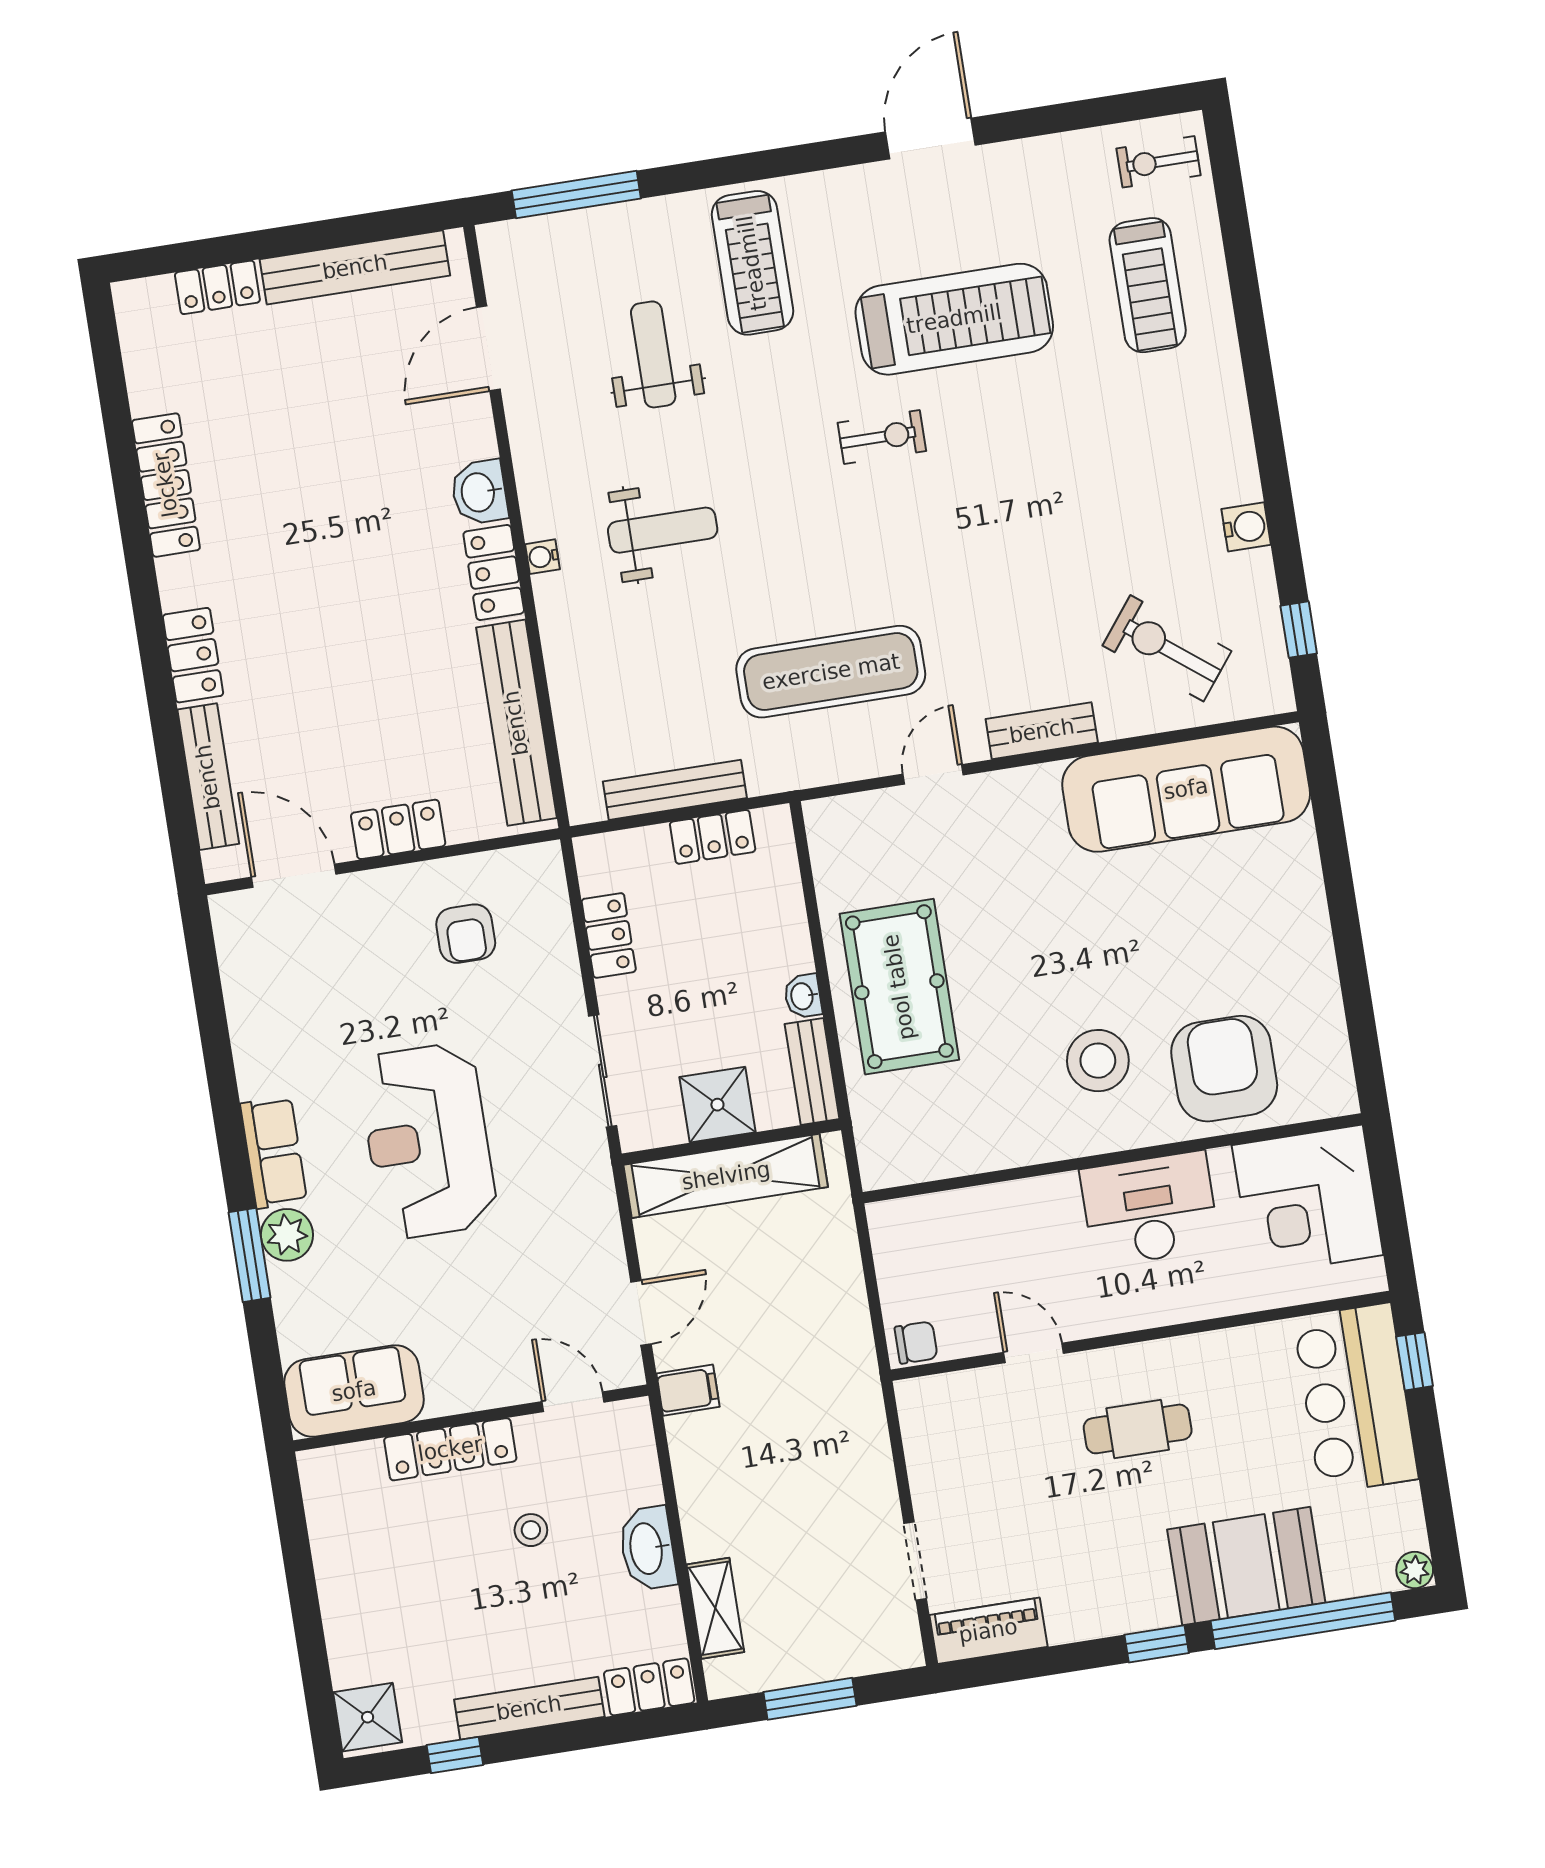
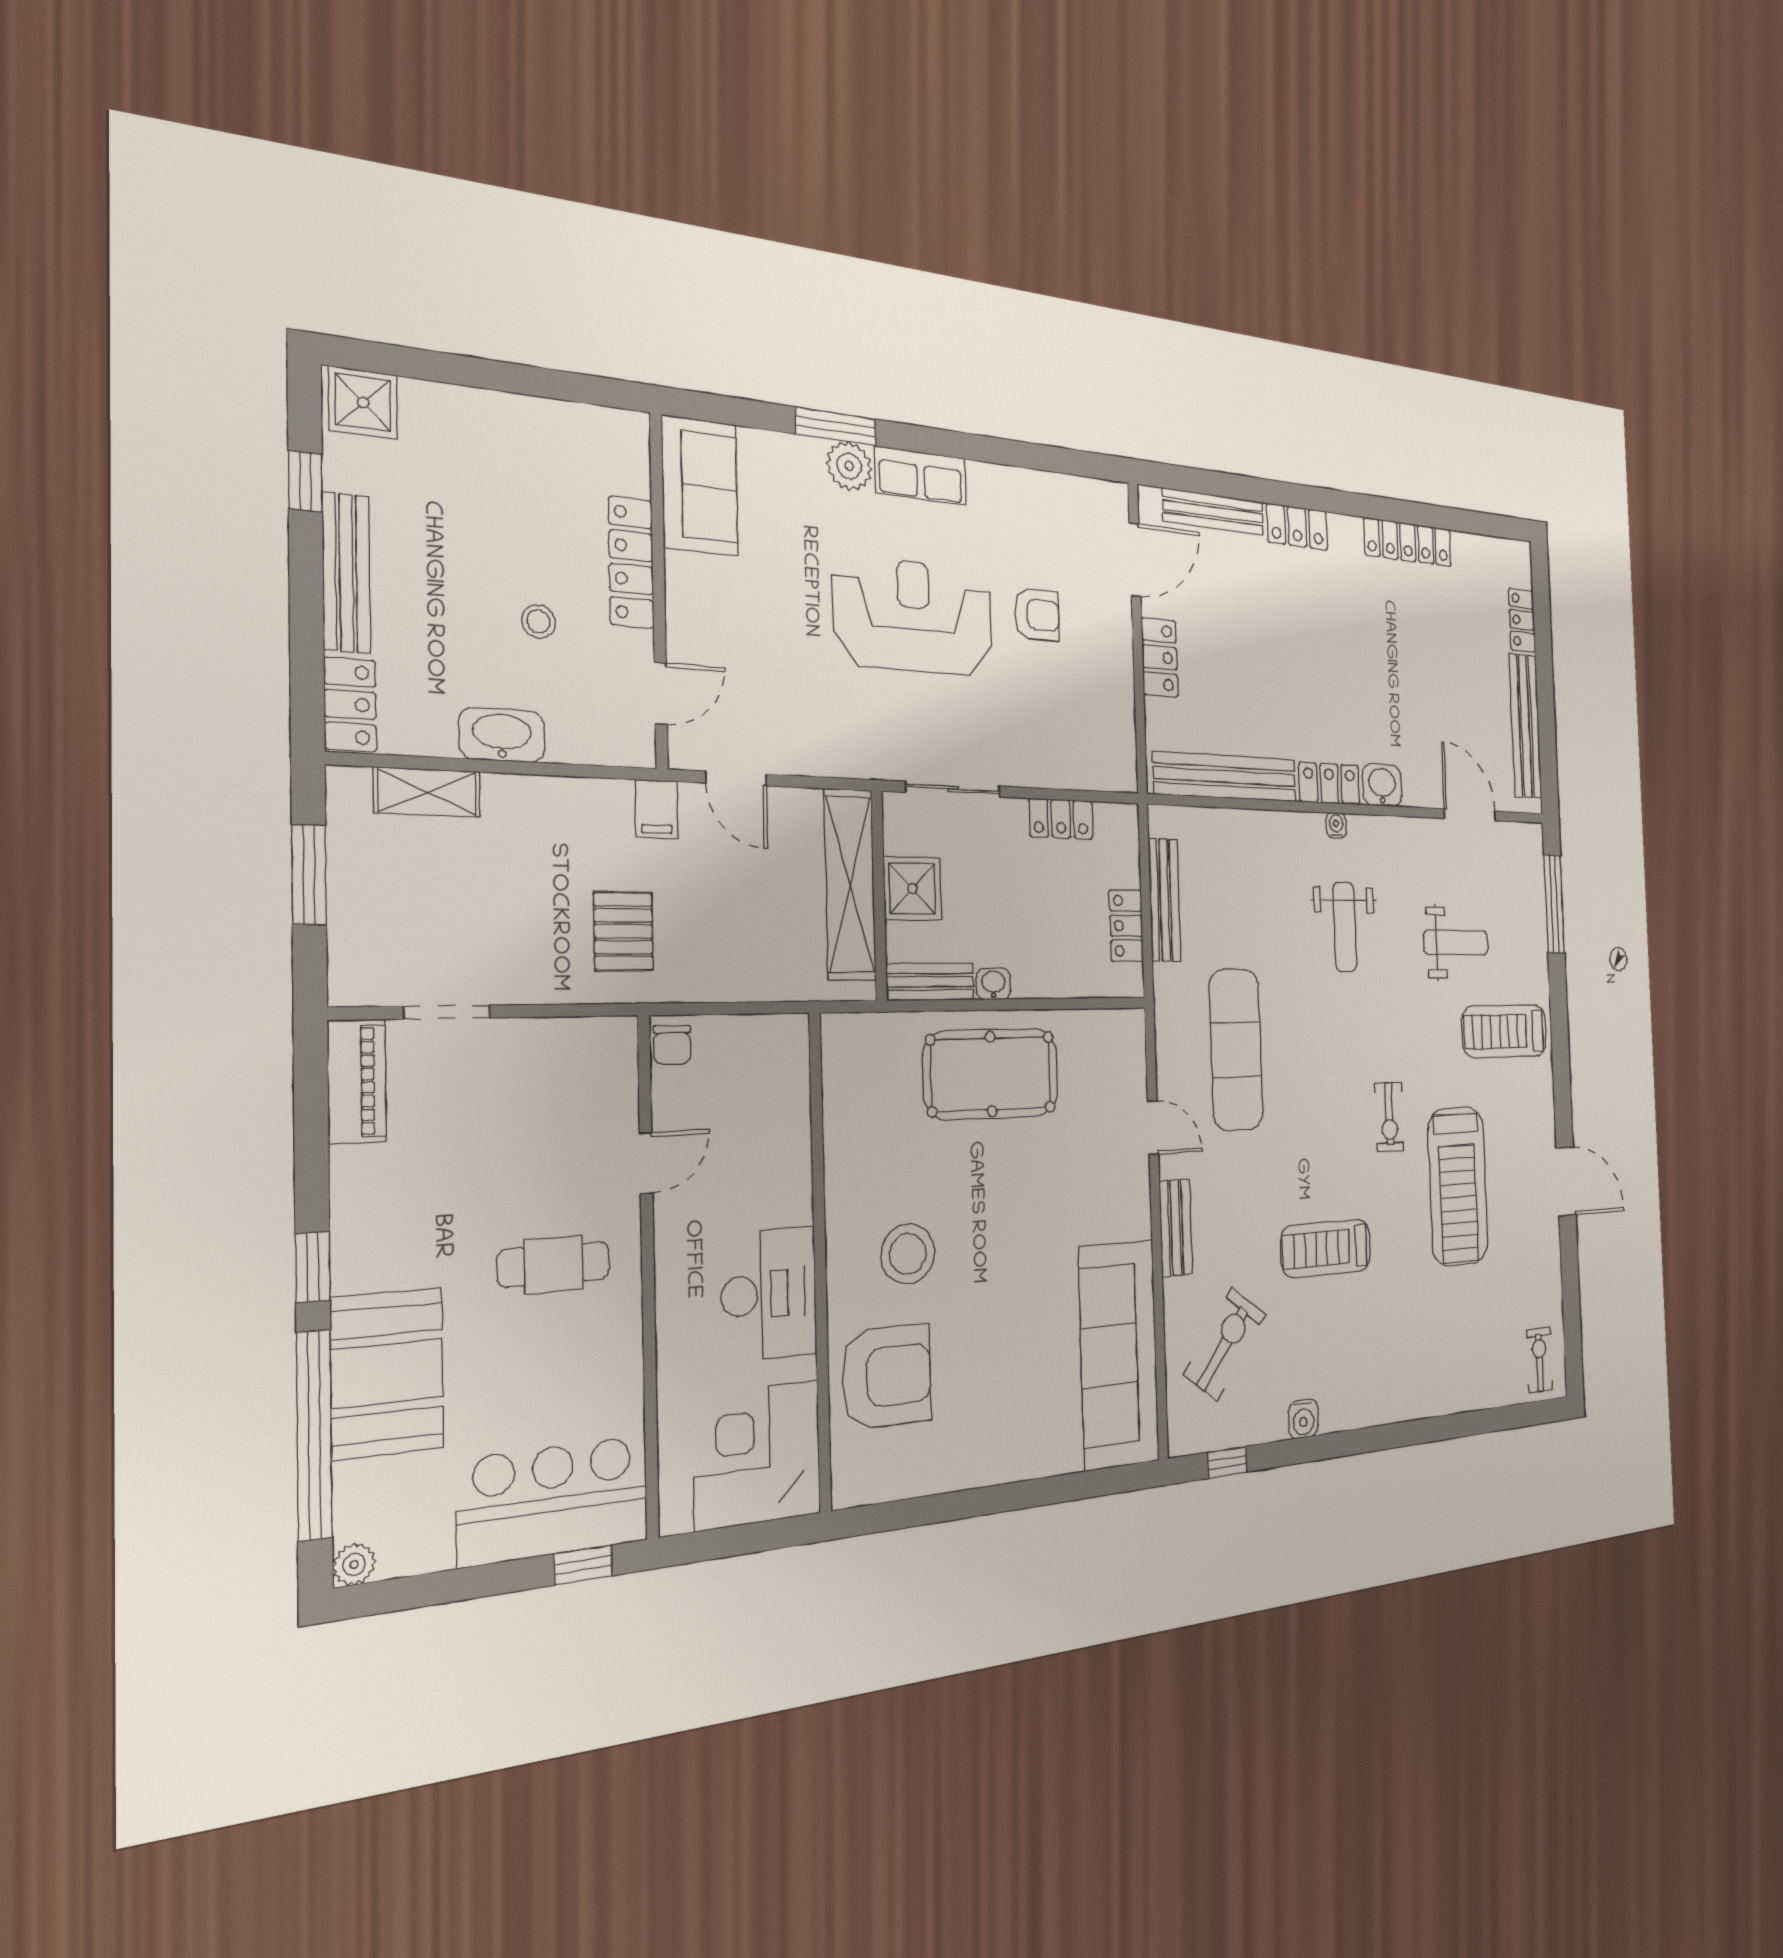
treadmill: (1148, 285) -> (1326, 1248), moved
armchair: (466, 934) -> (1037, 615), moved, turned 180
pallet: (813, 1406) -> (623, 931), added
cafe table: (1138, 1429) -> (554, 1264), turned 90

